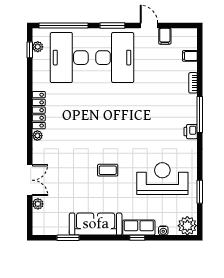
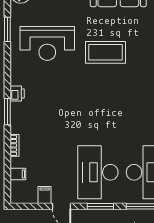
window: (200, 115) -> (7, 112), width x0.69
coffee table: (108, 170) -> (105, 52), width x1.86, depth x1.72

